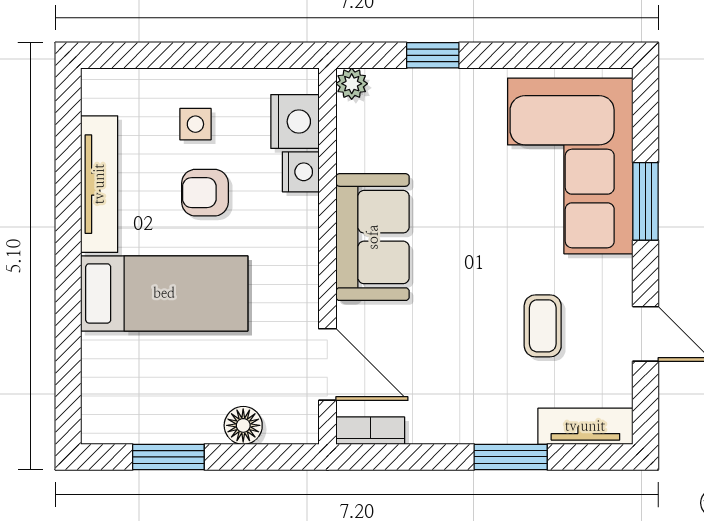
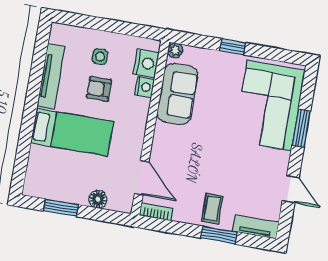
window: (433, 55) -> (233, 47), moved
sofa: (373, 237) -> (178, 94), moved
coffee table: (543, 326) -> (212, 209), moved

